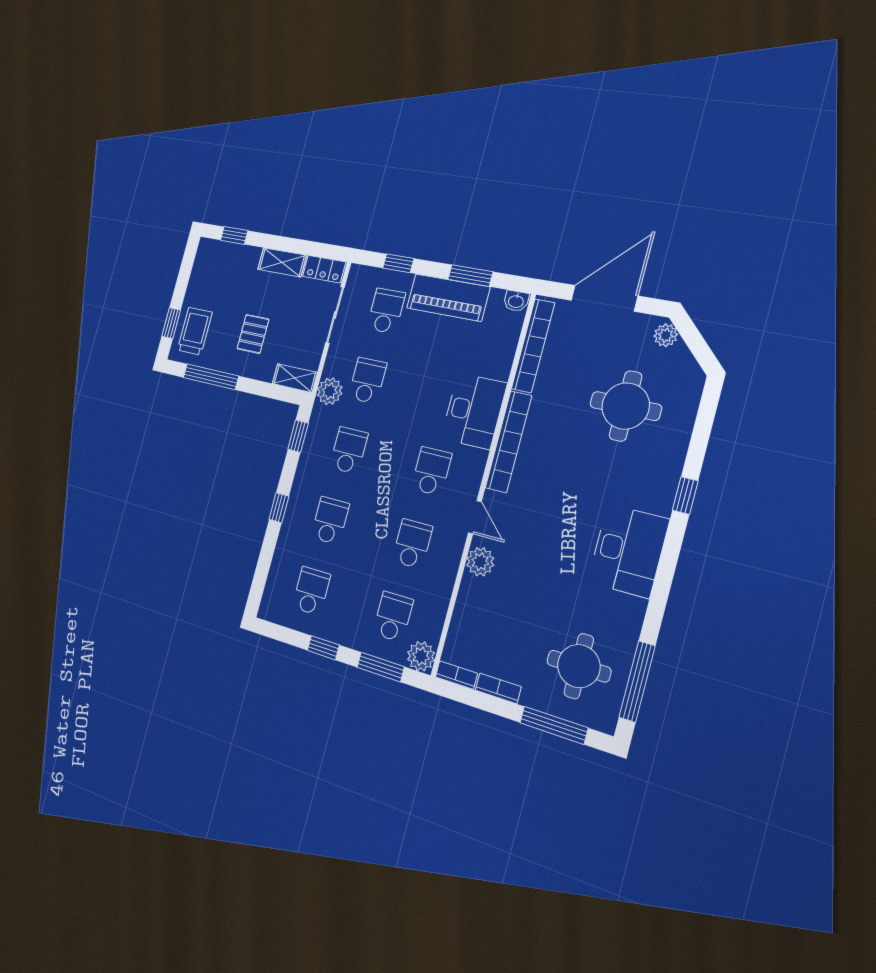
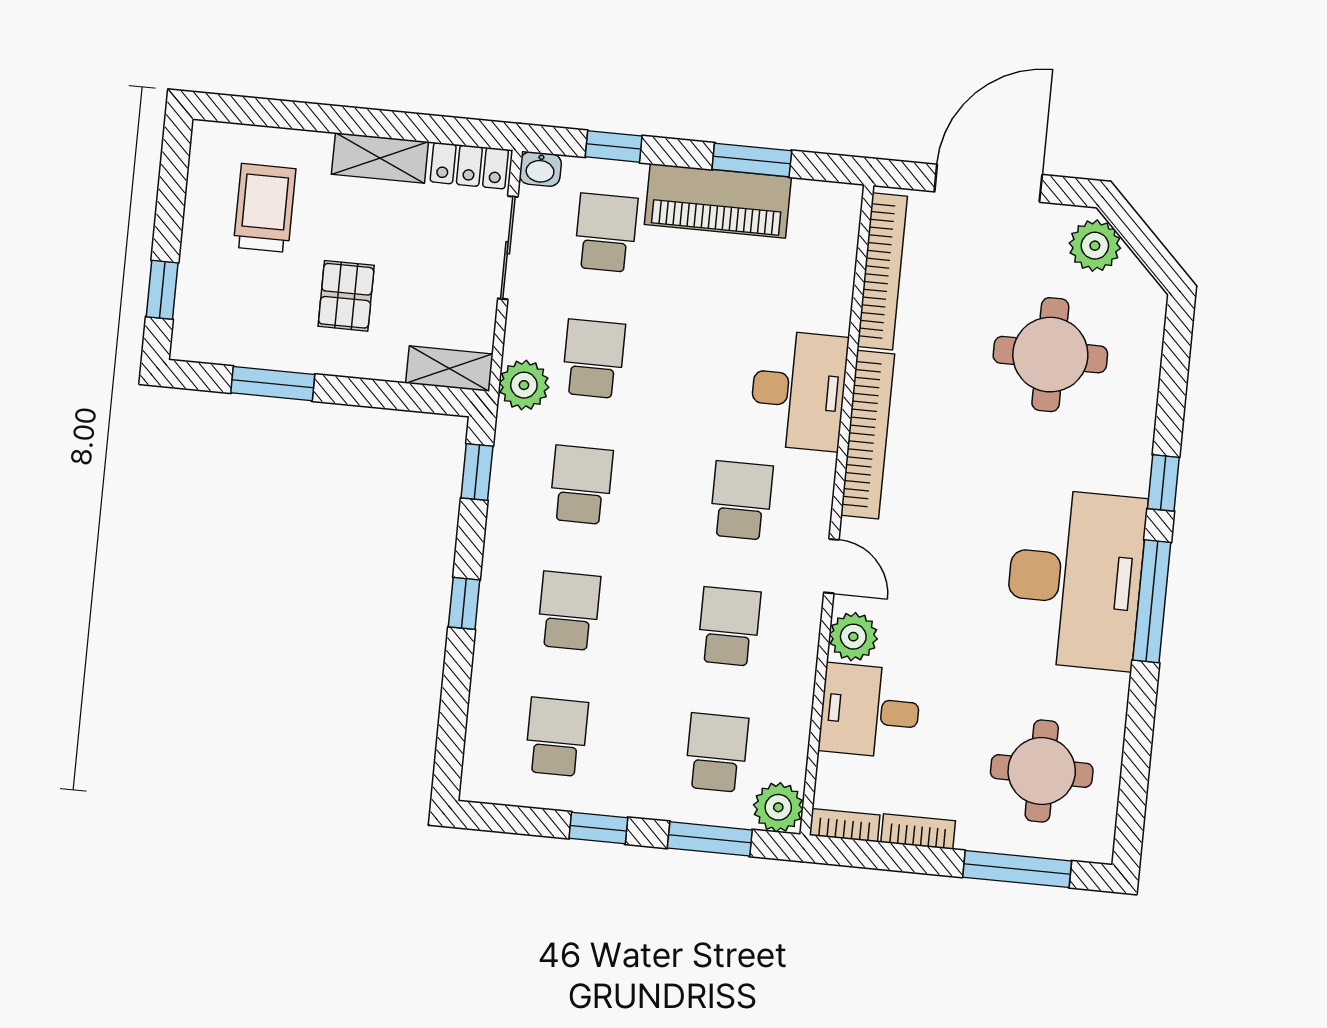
window: (234, 235) -> (266, 112), removed
washbasin: (516, 301) -> (540, 169), moved
trolley: (195, 331) -> (265, 208), moved
plant: (666, 335) -> (1095, 246), width x1.38, depth x1.38
window: (211, 377) -> (273, 384), width x0.69
desk: (628, 551) -> (1075, 579), width x1.36, depth x1.30
desk: (482, 608) -> (870, 711), added
window: (637, 682) -> (1152, 601), moved

